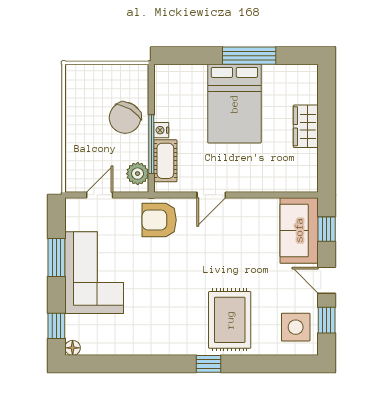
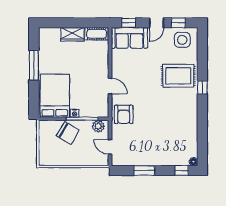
bed: (234, 104) -> (55, 96), moved, turned -90
cot: (165, 161) -> (97, 34), moved
corner sofa: (94, 273) -> (152, 150), removed

